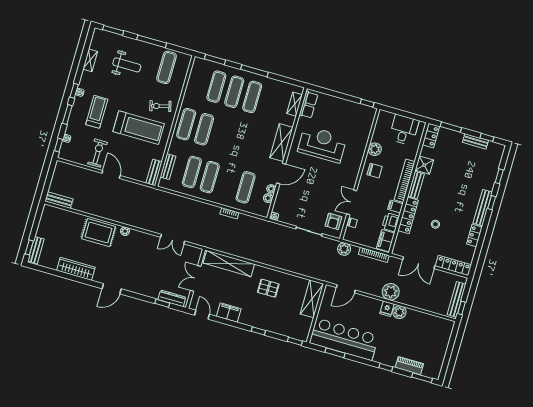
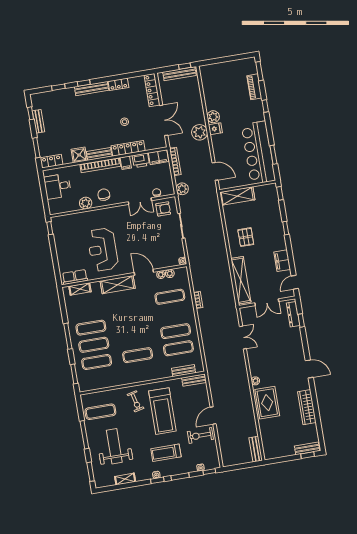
weight bench: (127, 65) -> (114, 446), width x1.36, depth x1.33
exercise mat: (186, 124) -> (140, 372), removed
treadmill: (139, 128) -> (162, 411), turned 180

